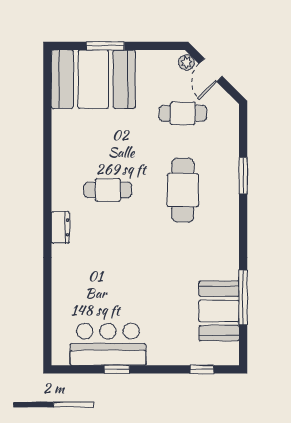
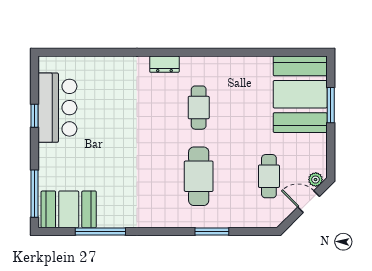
cafe table: (183, 190) -> (199, 176), turned 90
booth: (219, 311) -> (69, 209), moved
window: (202, 369) -> (35, 194), width x2.17

